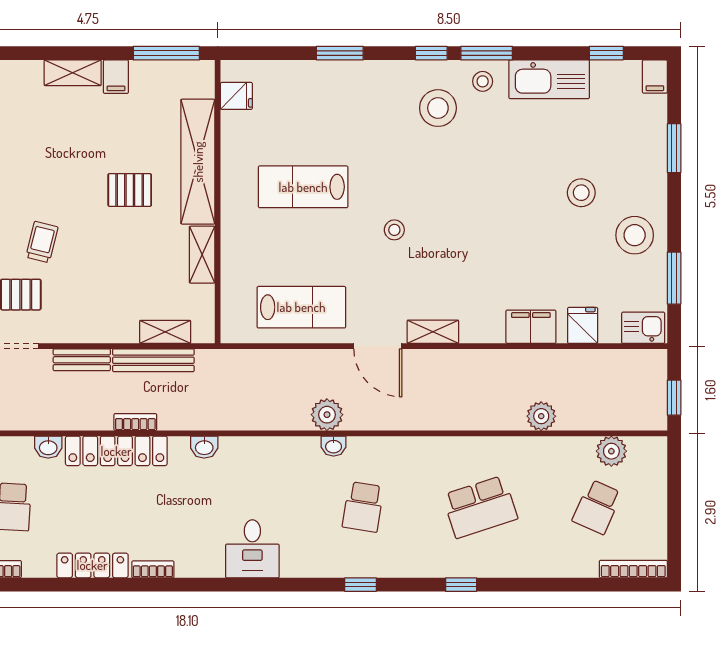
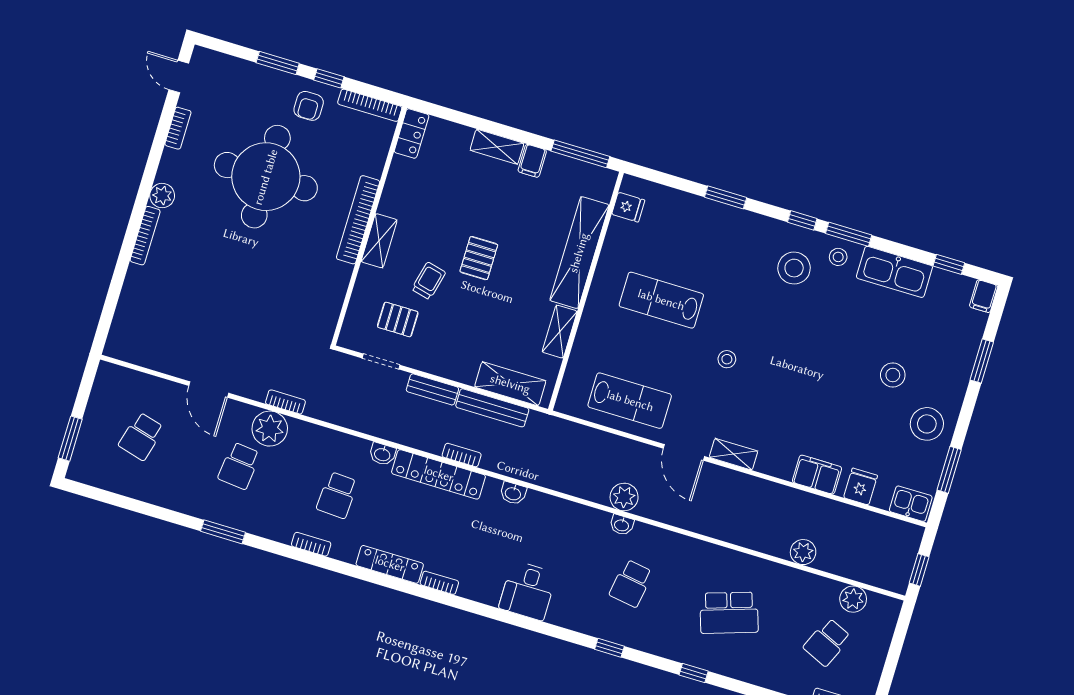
pallet: (130, 190) -> (479, 258), moved, turned 90
shelving: (165, 332) -> (510, 384), width x1.50, depth x1.33

